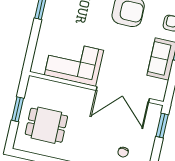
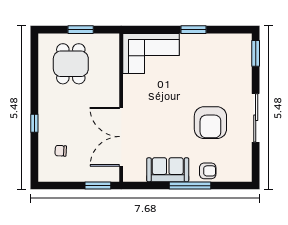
corner sofa: (74, 63) -> (151, 54), moved, turned 90

